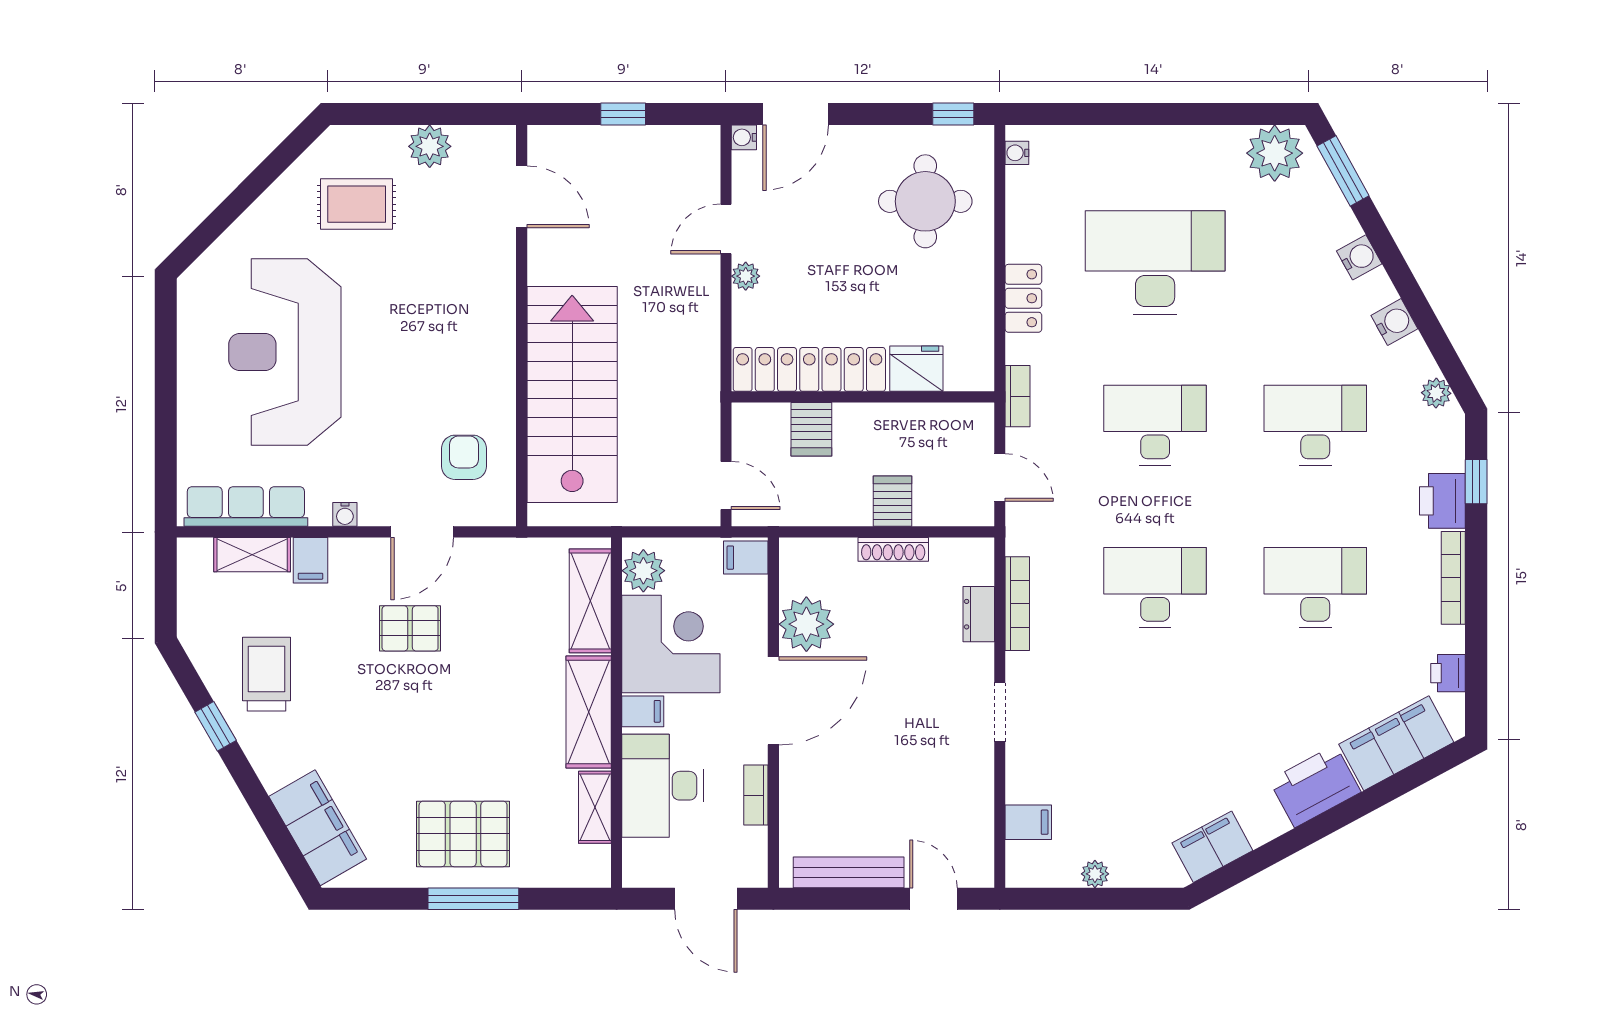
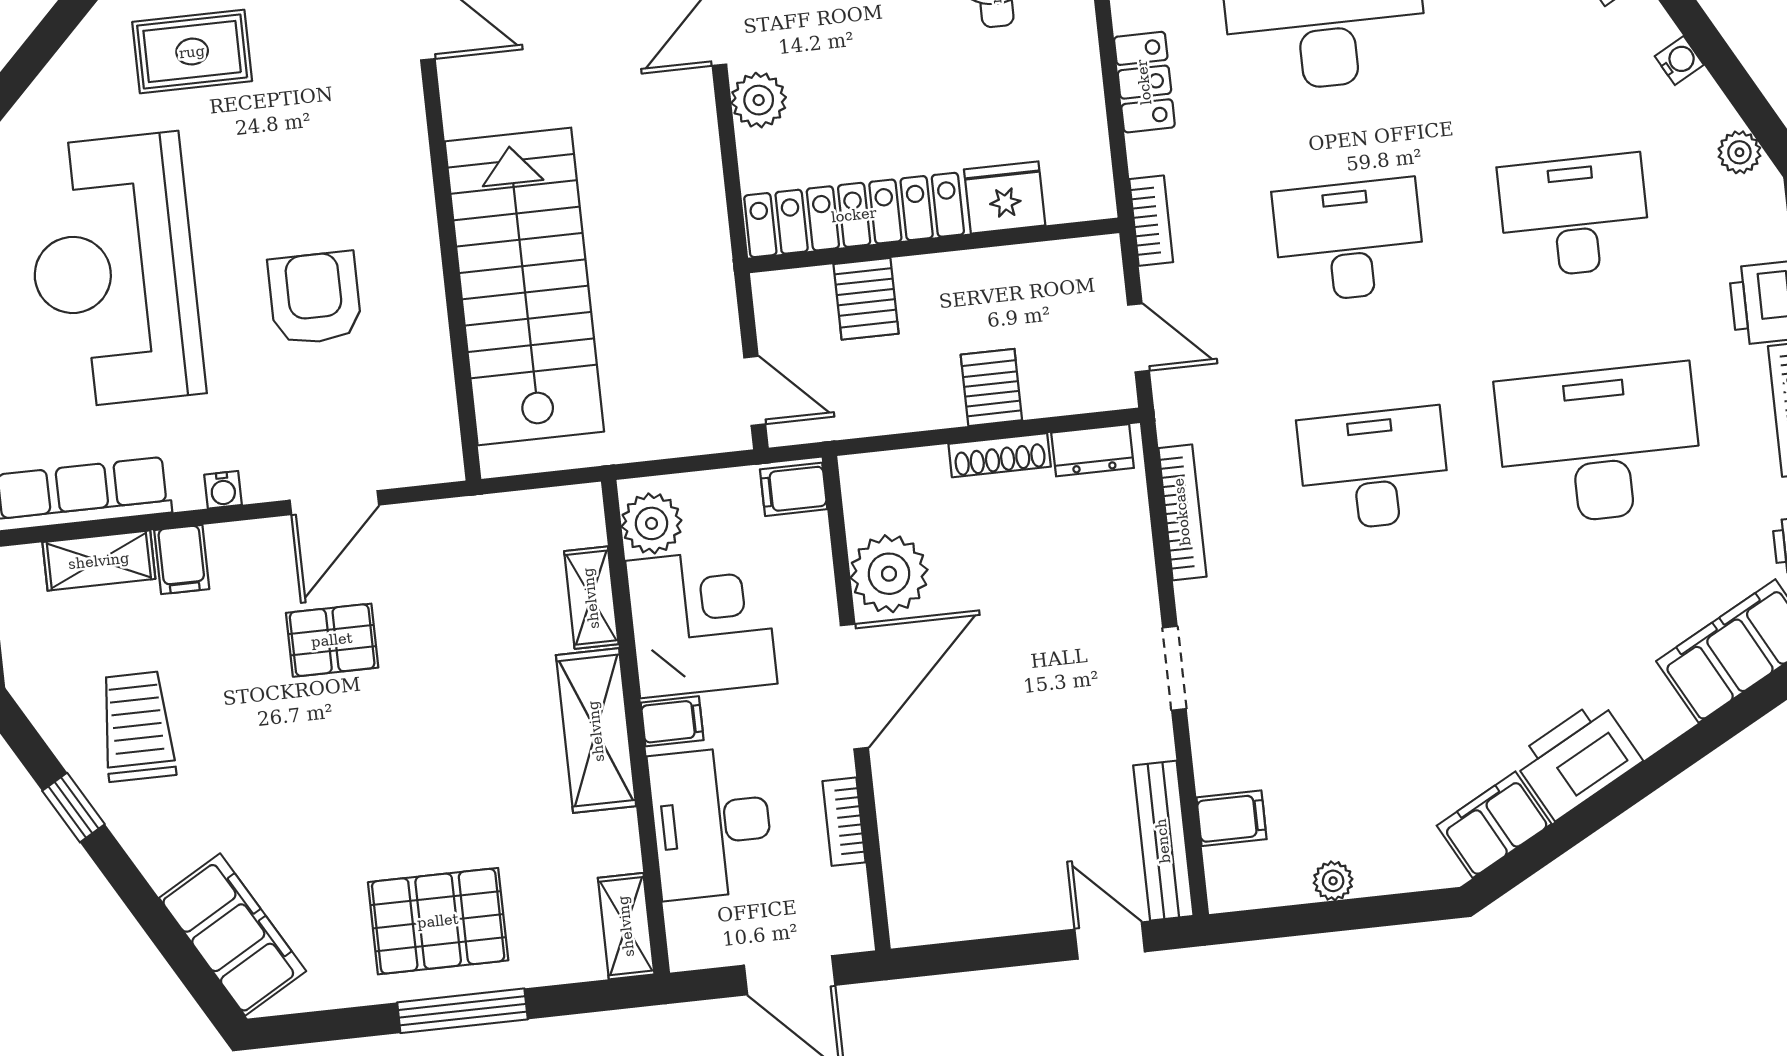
plant: (746, 276) -> (759, 100), width x1.38, depth x1.38
water cooler: (1394, 322) -> (1679, 61), width x0.72, depth x0.72
armchair: (464, 457) -> (315, 298), moved, width x1.38, depth x1.38
desk: (1315, 588) -> (1599, 444), width x1.36, depth x1.30
shelving: (590, 601) -> (591, 598), width x0.67, depth x0.75
dresser: (979, 614) -> (1093, 450), moved, turned -90
printer: (1315, 786) -> (1577, 759), moved
shelving: (595, 807) -> (626, 926), moved
bench: (849, 872) -> (1163, 841), moved, turned 90

